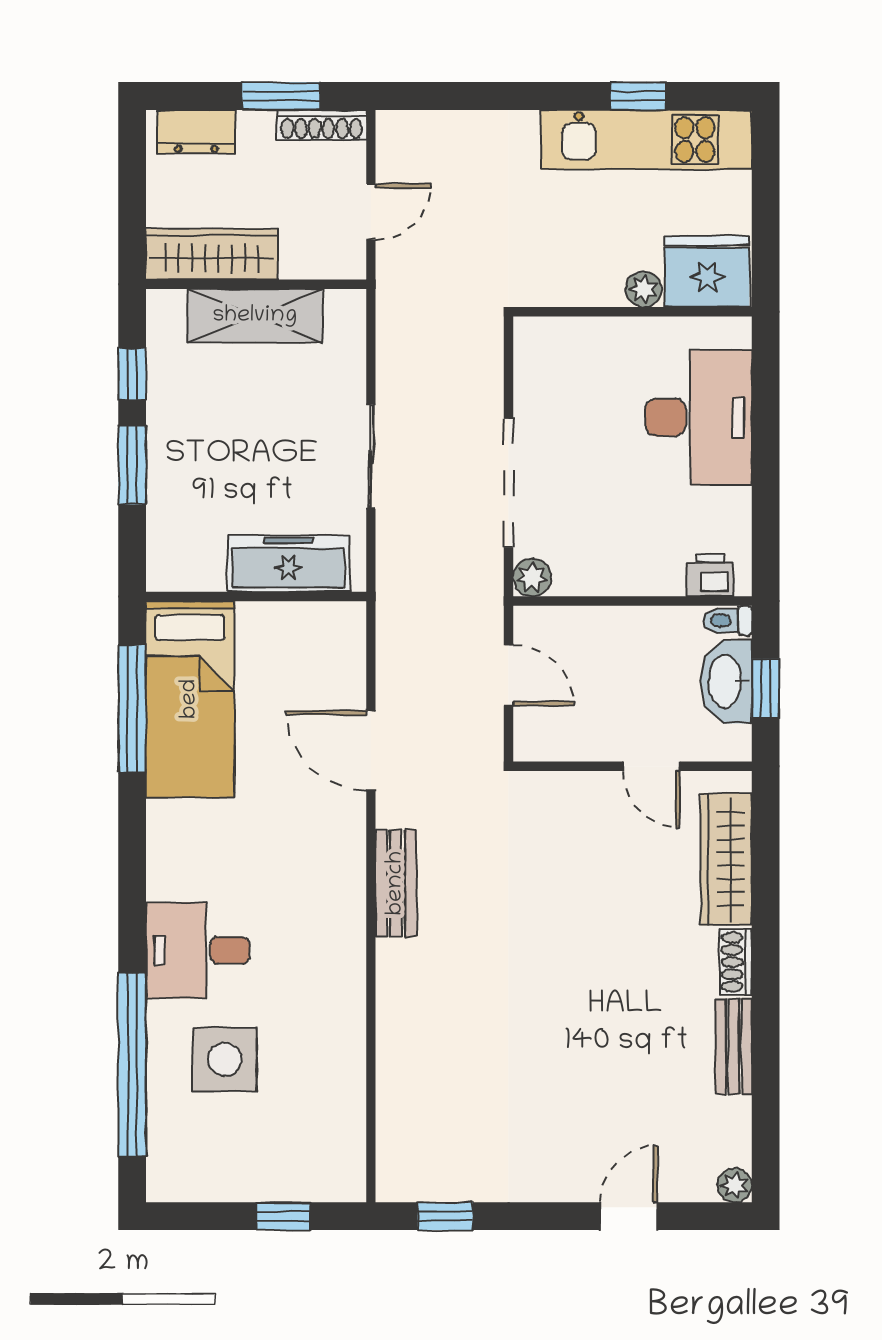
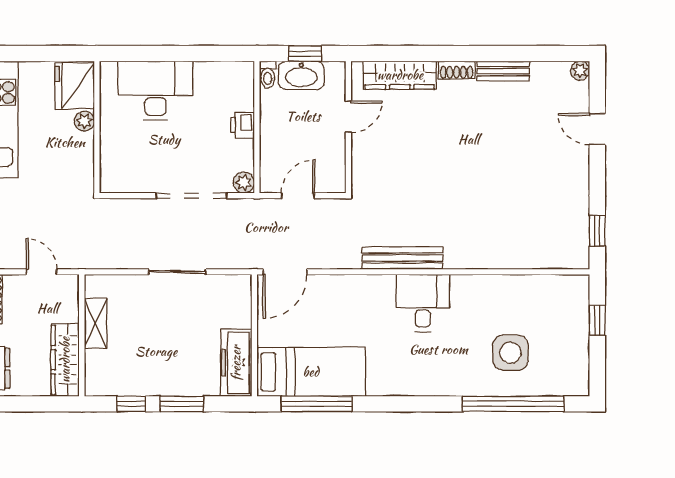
shelving: (255, 316) -> (95, 323), width x0.67, depth x0.75
freezer: (288, 564) -> (236, 363), moved
printer: (710, 575) -> (243, 125), moved
door: (371, 751) -> (285, 272), moved
bench: (396, 883) -> (402, 258), width x1.36
desk: (198, 950) -> (423, 303), moved, turned 180

